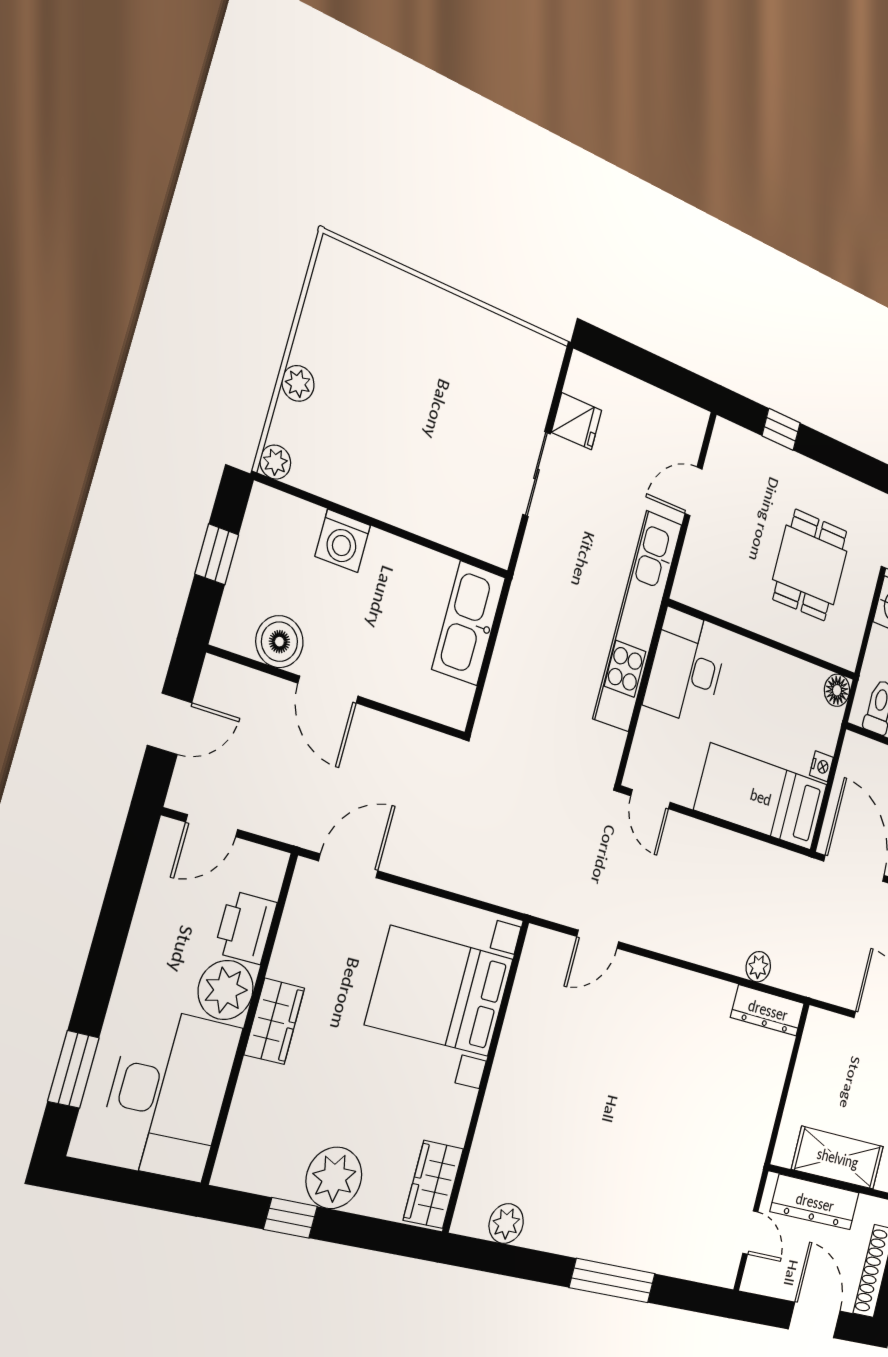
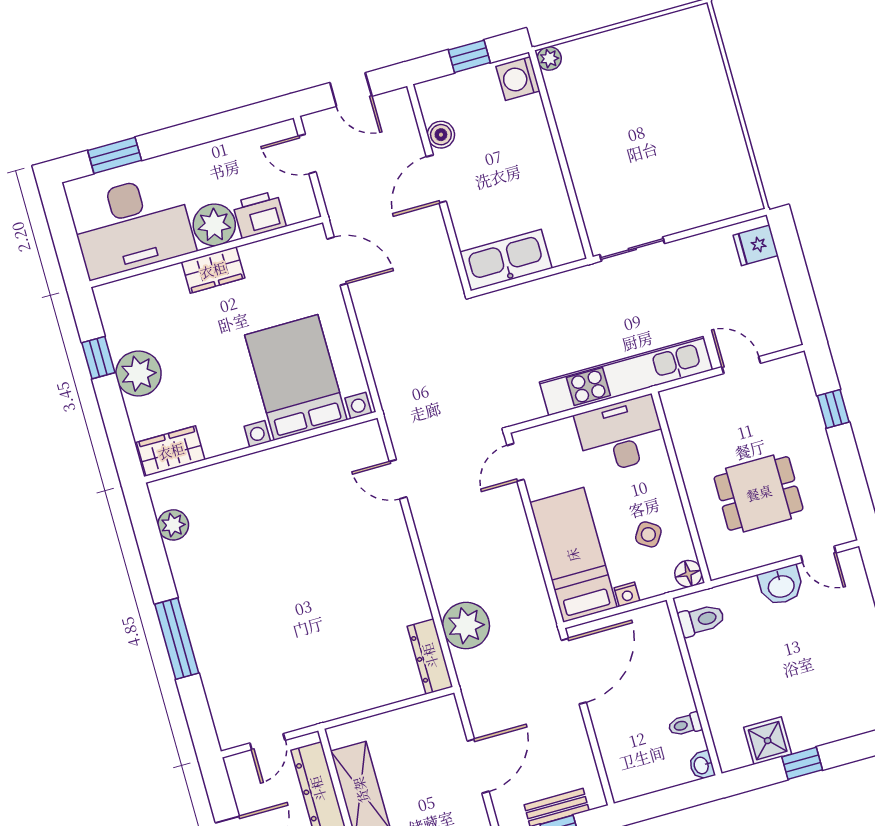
plant: (298, 383) -> (606, 43), removed
fridge: (576, 421) -> (756, 245), moved, turned 90
sliding door: (536, 474) -> (632, 249), moved
washing machine: (343, 541) -> (518, 79), moved
kitchen sink: (469, 623) -> (506, 260), moved
boiler: (279, 642) -> (441, 135), width x0.73, depth x0.73
side table: (785, 706) -> (648, 534), added
plant: (758, 967) -> (466, 625), width x1.88, depth x1.88

